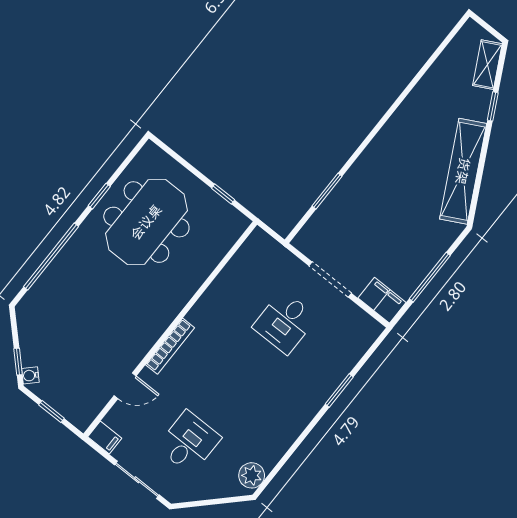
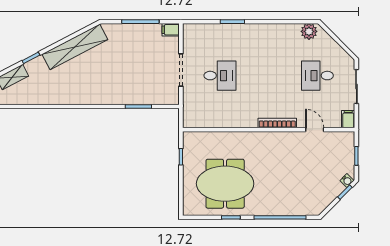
filing cabinet: (382, 300) -> (171, 30), width x0.50

